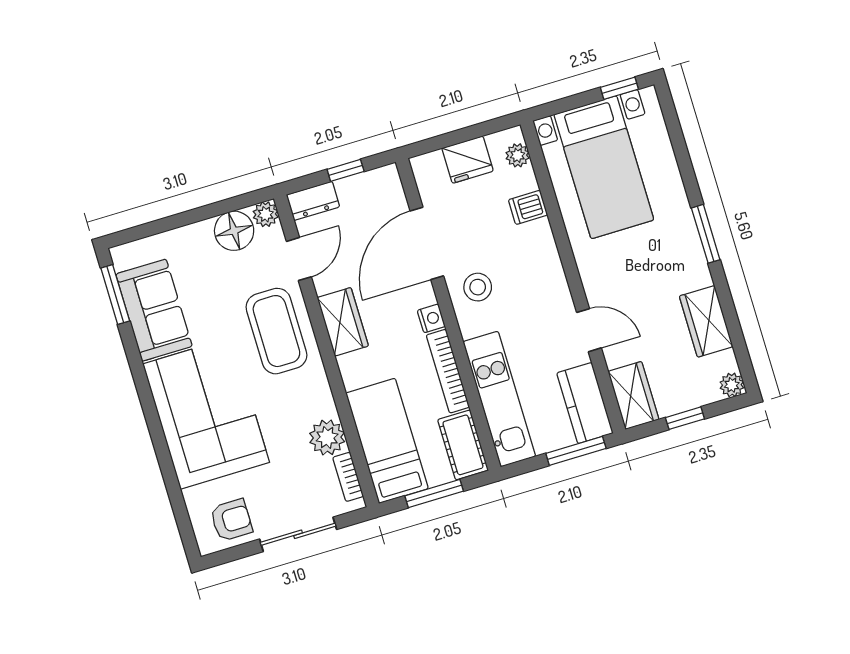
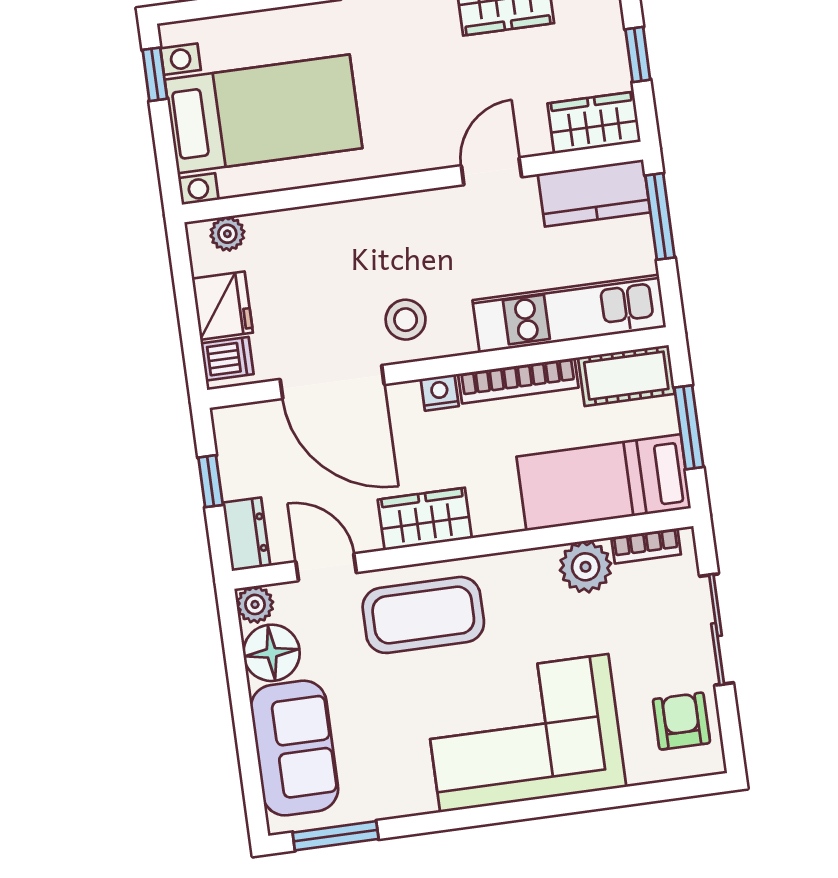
dishwasher: (528, 207) -> (227, 359), moved, turned -90
sofa: (154, 310) -> (294, 748), moved, turned 90

